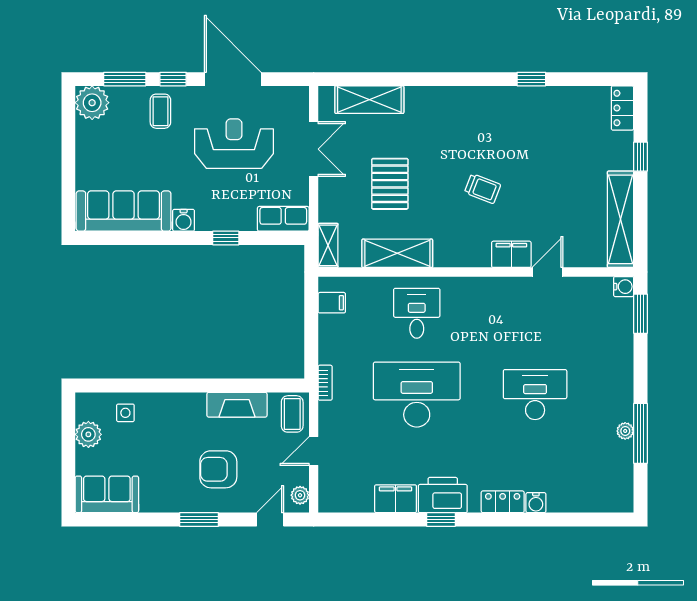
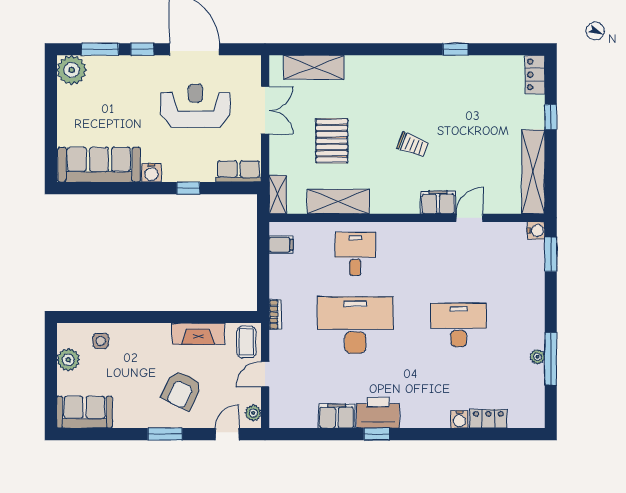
coffee table: (160, 111) -> (131, 77), removed
armchair: (218, 469) -> (182, 390), turned -64
locker: (503, 502) -> (488, 419), moved

